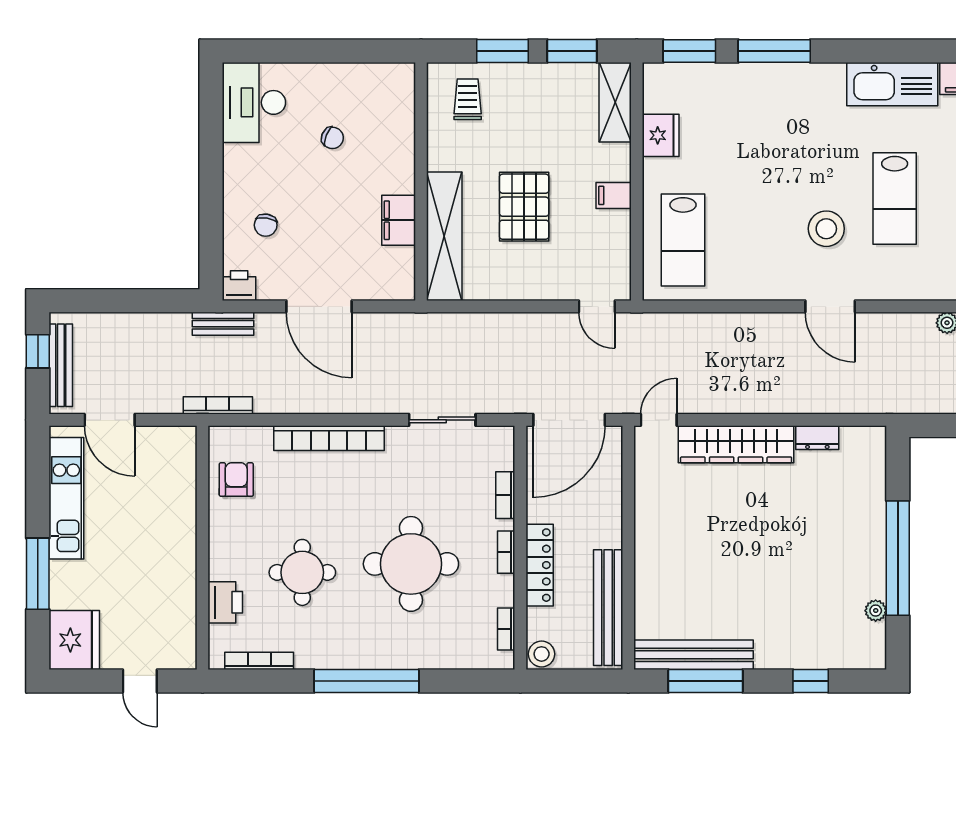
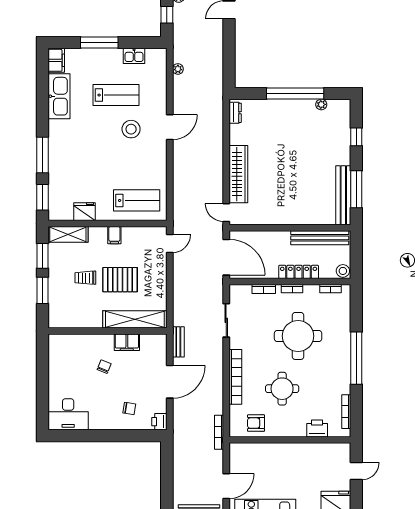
trolley: (468, 99) -> (85, 278), moved
chair: (332, 138) -> (104, 367), moved
bench: (223, 324) -> (178, 342), moved
dresser: (817, 438) -> (235, 113), moved
round table: (302, 572) -> (282, 389), moved

